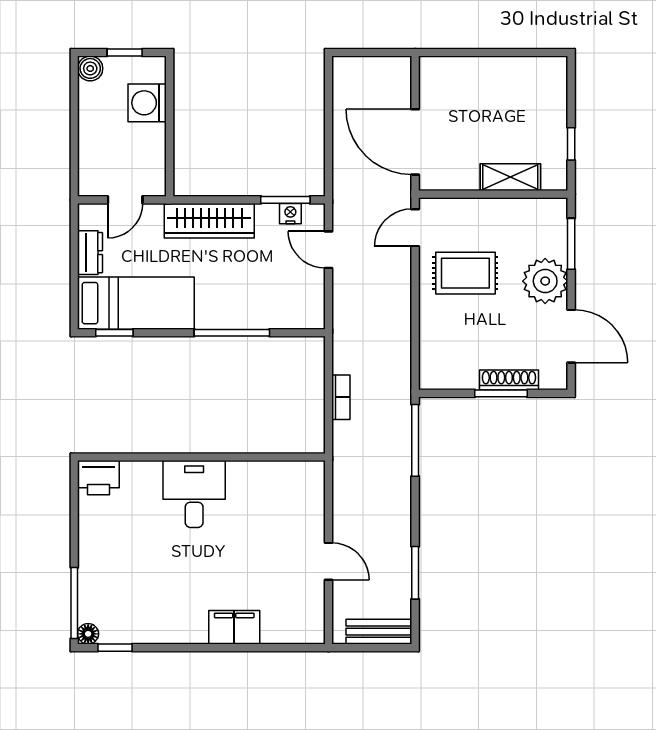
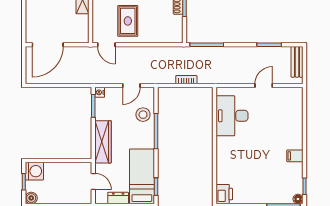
washing machine: (147, 103) -> (34, 171), moved, turned -90
door: (415, 142) -> (48, 45), moved
nightstand: (290, 214) -> (100, 92), moved
door: (328, 250) -> (131, 86), moved
stool: (267, 305) -> (143, 115), added
desk: (194, 494) -> (232, 116), moved, width x1.37
filing cabinet: (234, 627) -> (295, 156), moved, width x0.50

